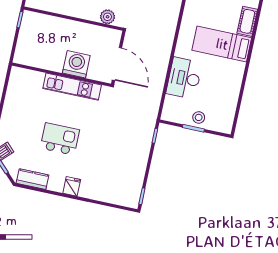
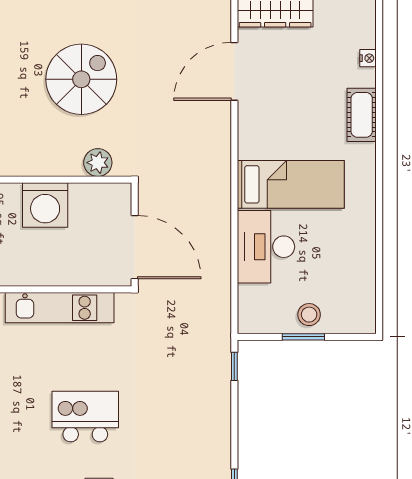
bed: (222, 44) -> (291, 184), moved, turned 180
washing machine: (76, 64) -> (45, 205), moved, turned 180
kitchen island: (60, 139) -> (85, 417), moved

